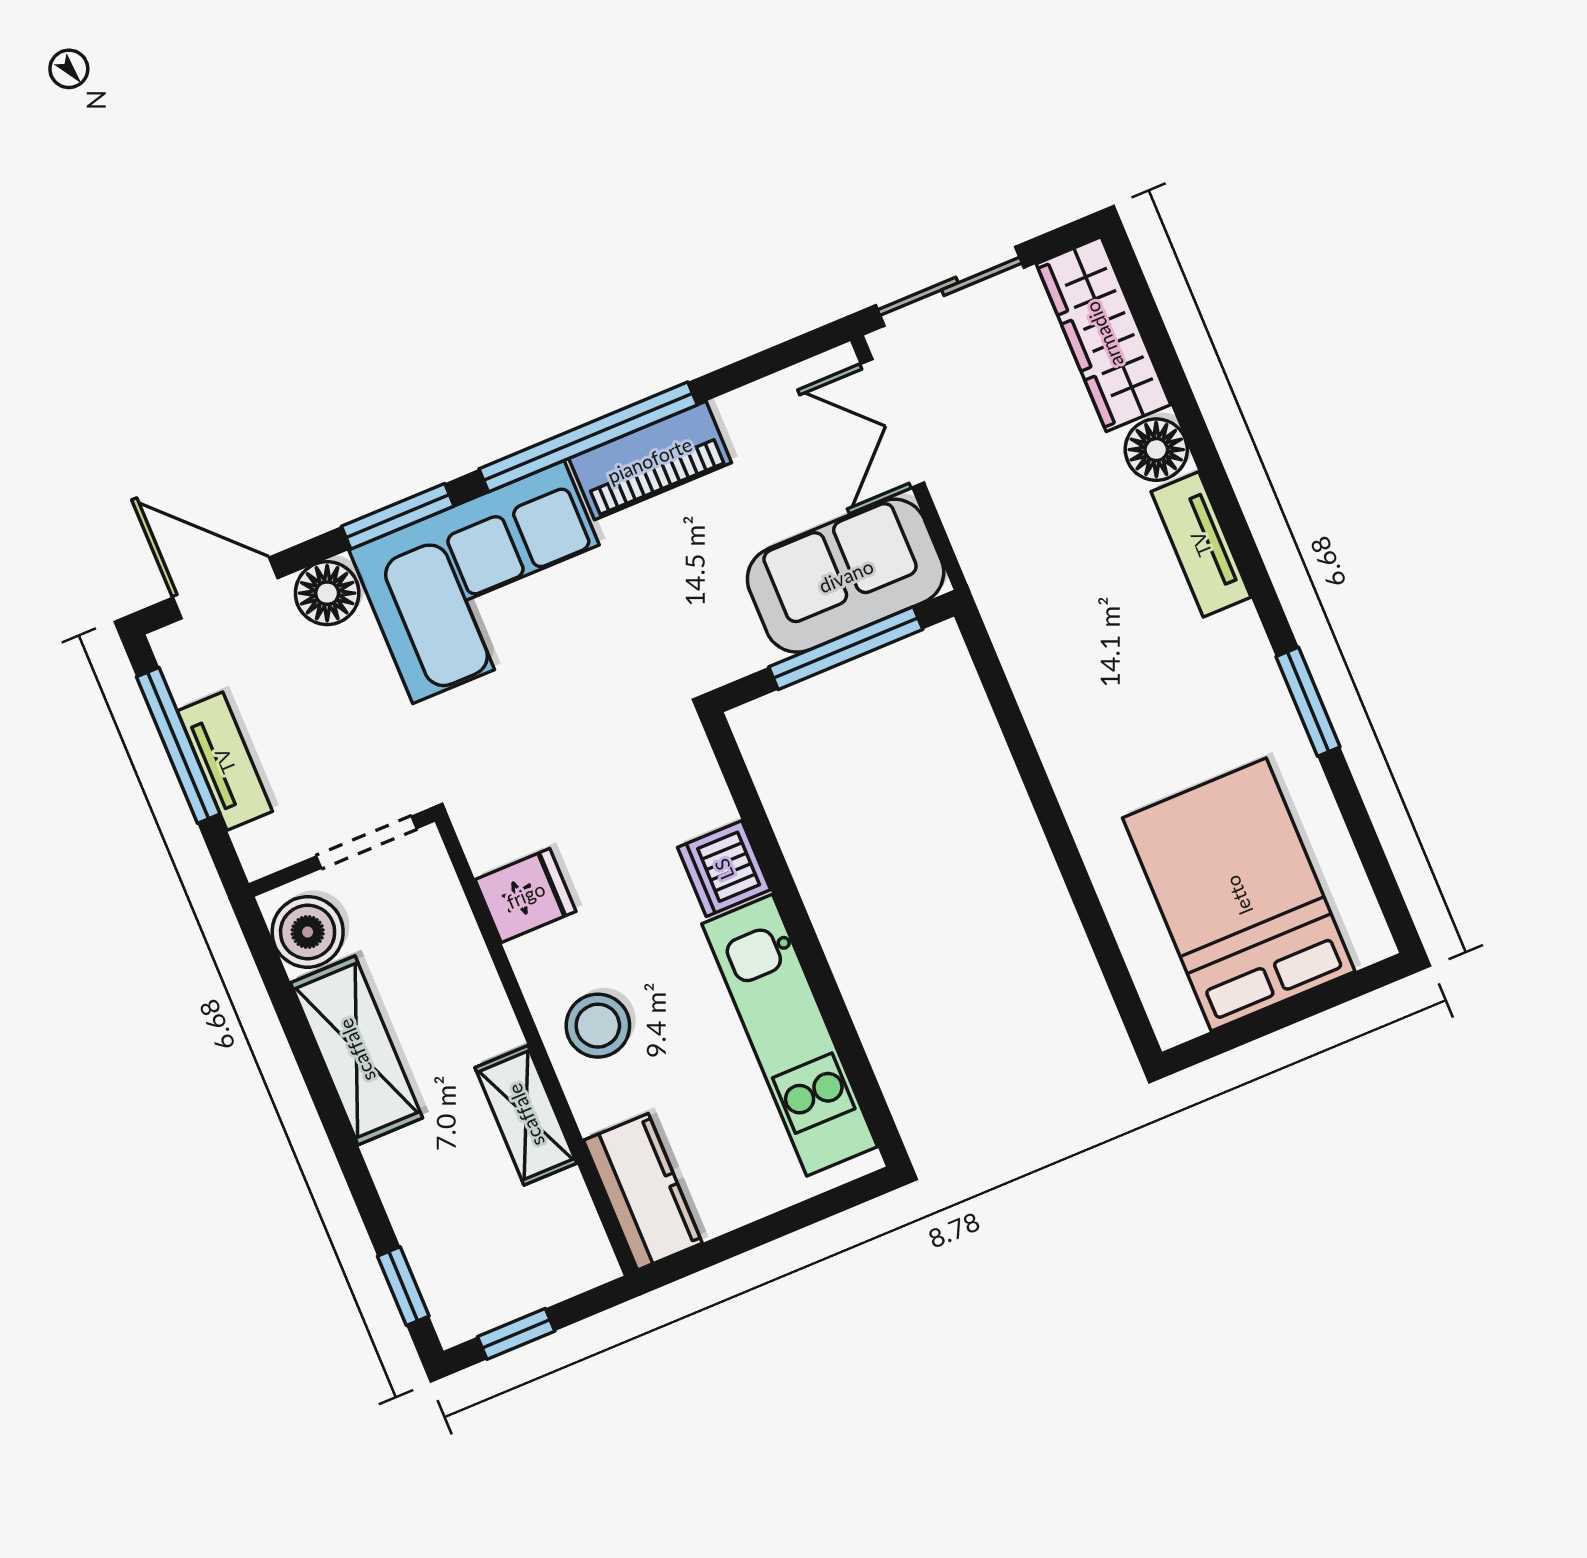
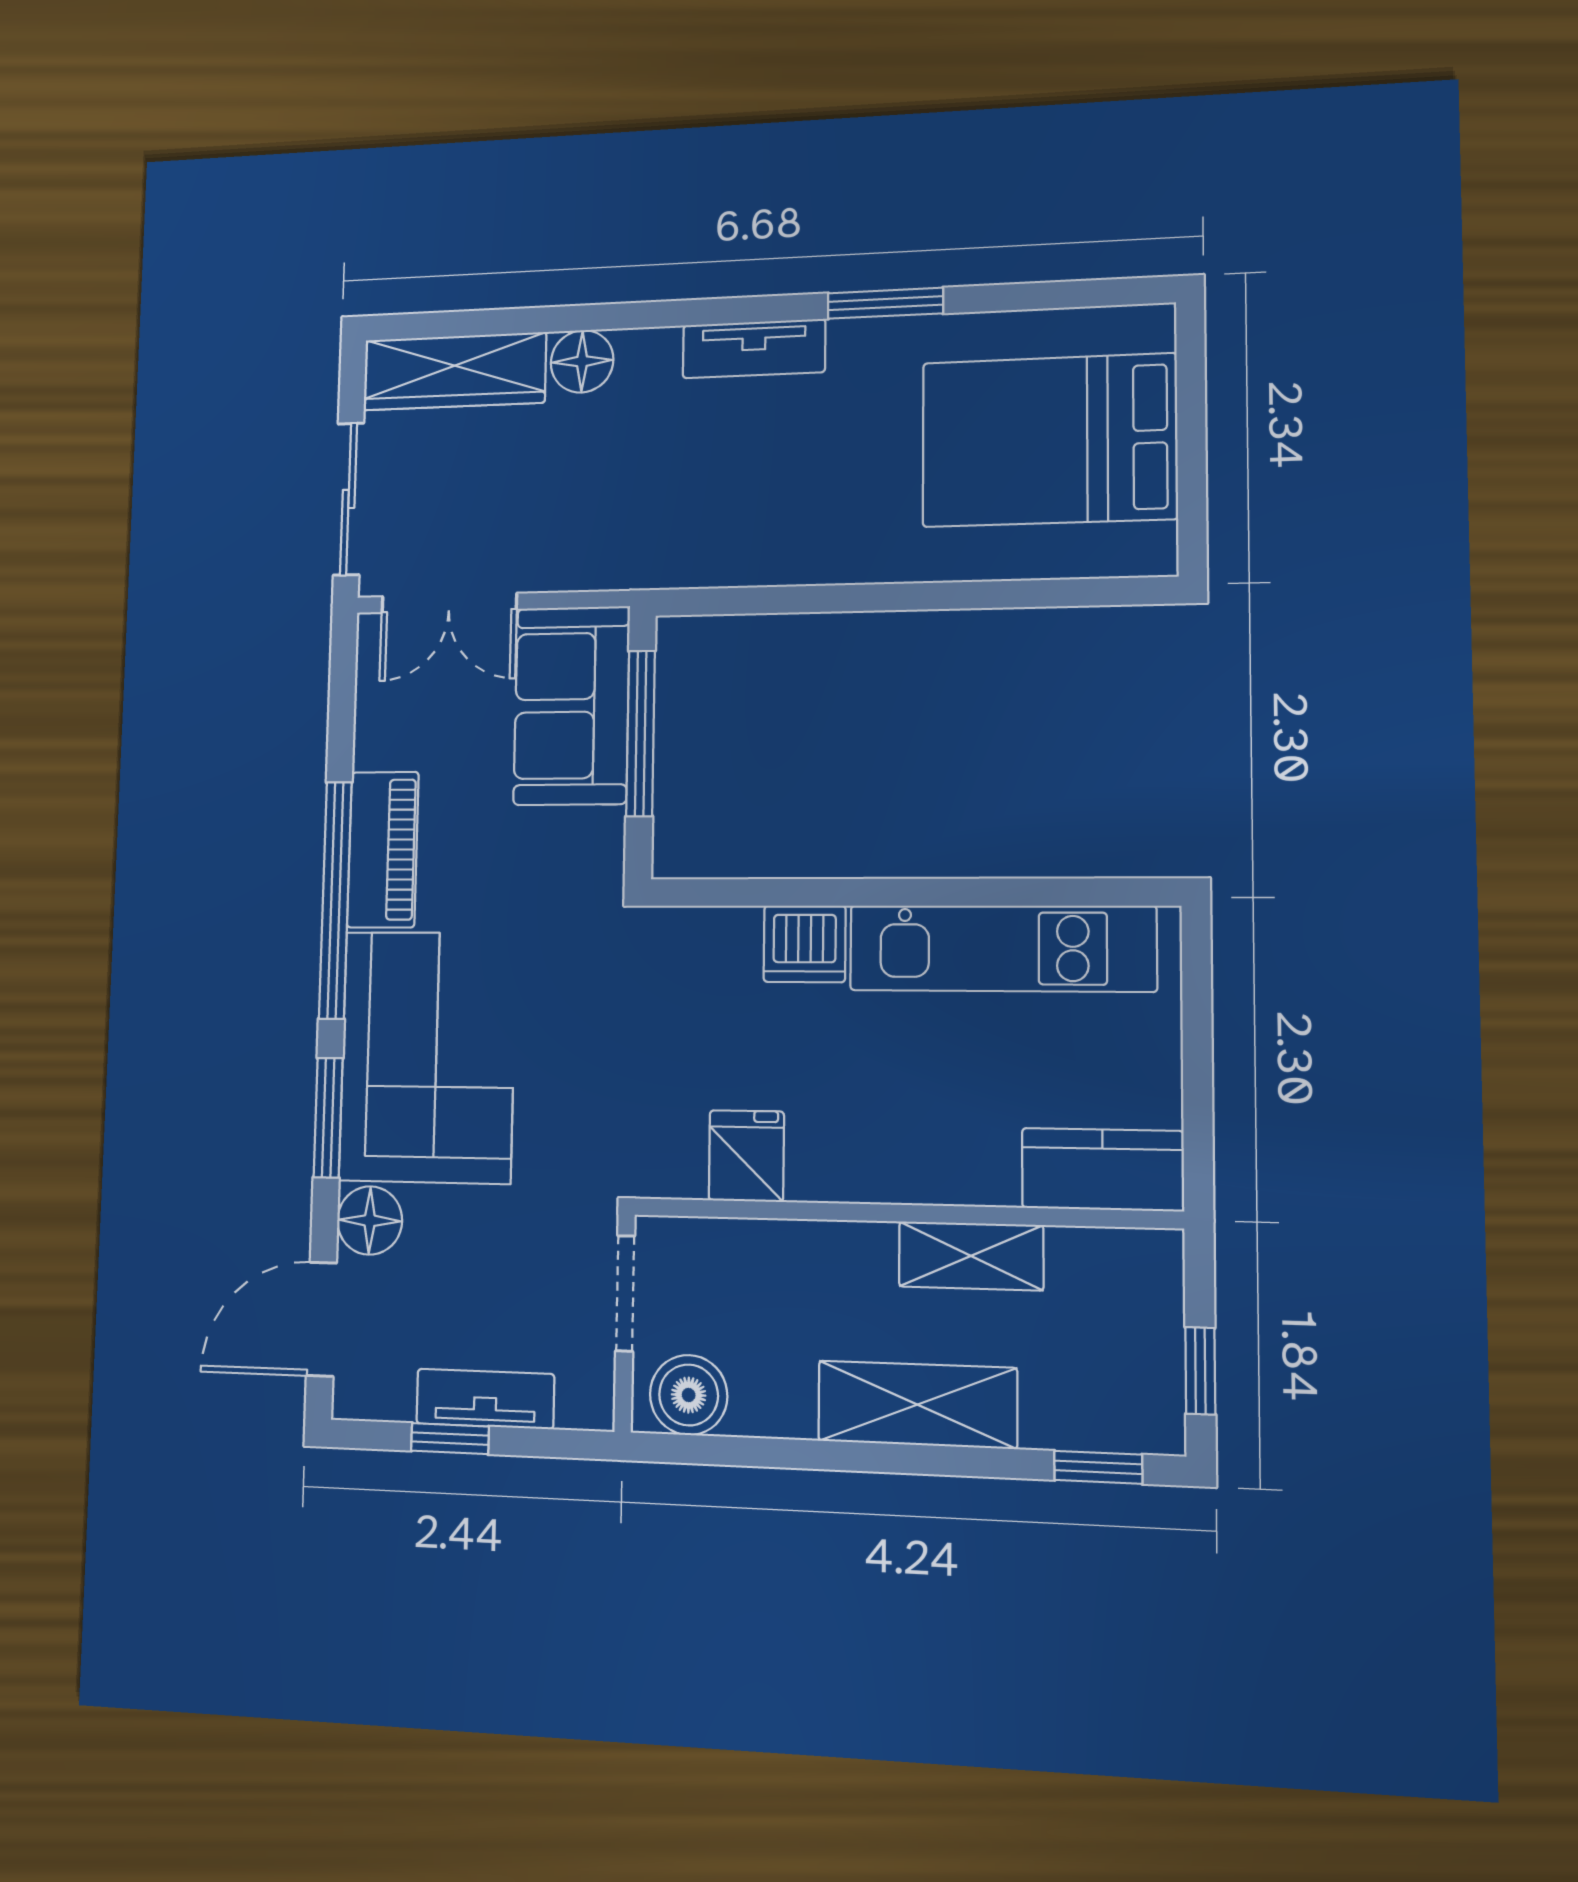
tv unit: (1201, 544) -> (754, 349), moved
window: (178, 745) -> (450, 1439), width x0.46
stool: (598, 1026) -> (909, 1140), removed
shelving: (357, 1050) -> (917, 1405), moved

